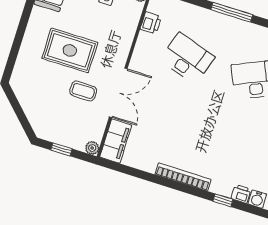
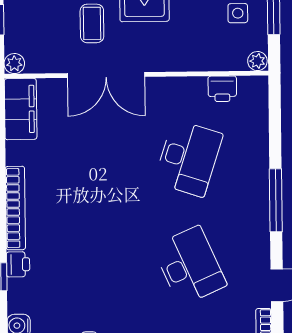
filing cabinet: (116, 141) -> (21, 109), moved, turned -90
printer: (241, 194) -> (18, 264), moved

